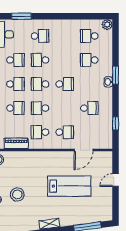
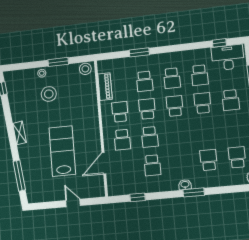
school desk: (65, 84) -> (150, 137), moved
door: (84, 150) -> (104, 163), hinge flipped
lab bench: (69, 186) -> (62, 151), turned 180

